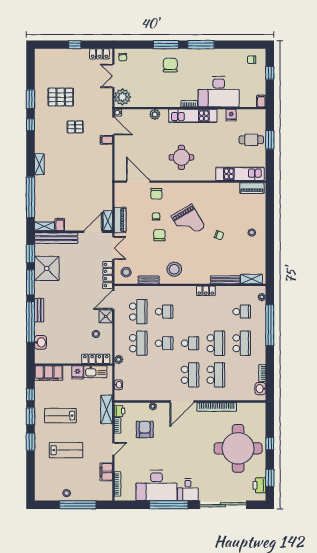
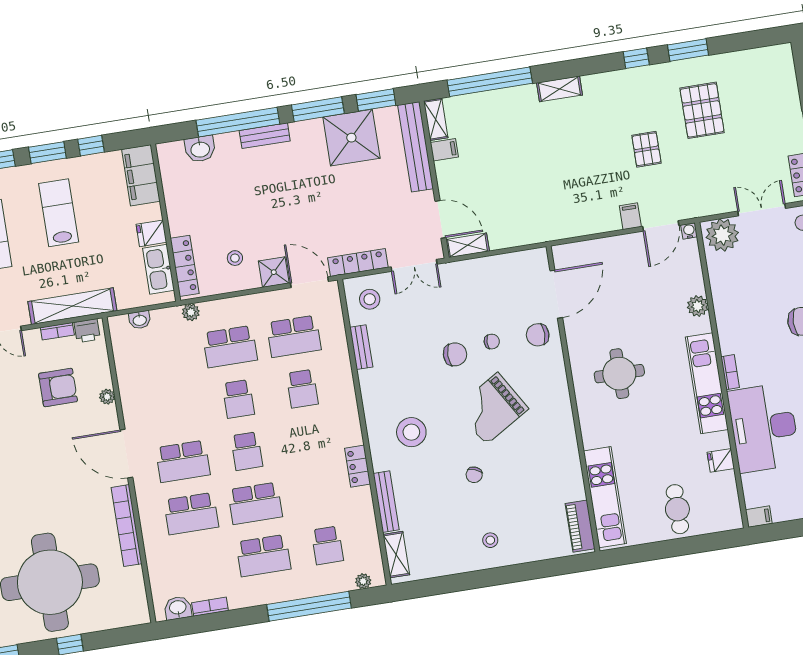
window: (270, 140) -> (683, 546), removed
piano: (120, 220) -> (473, 270), removed
stool: (174, 269) -> (411, 432), moved
shelving: (107, 409) -> (72, 306), width x1.47

